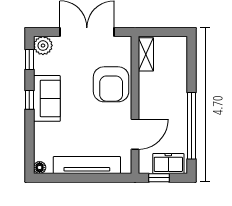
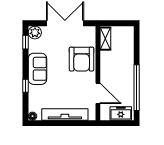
window: (29, 100) -> (26, 86), moved
door: (135, 134) -> (98, 93), hinge flipped
window: (159, 178) -> (114, 123), removed

